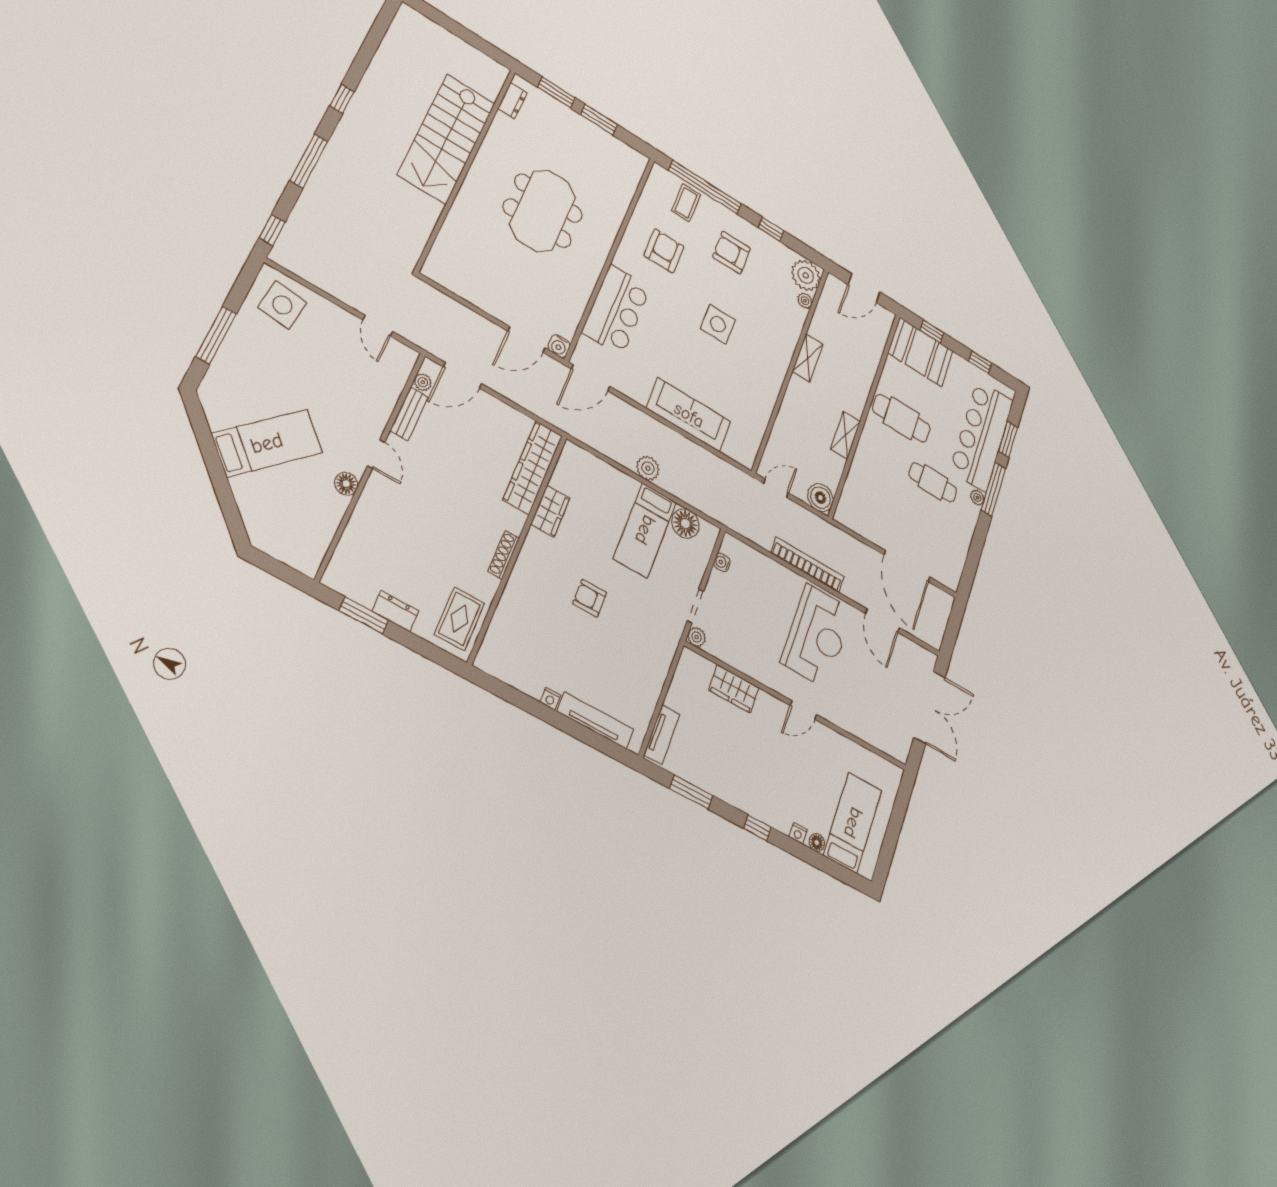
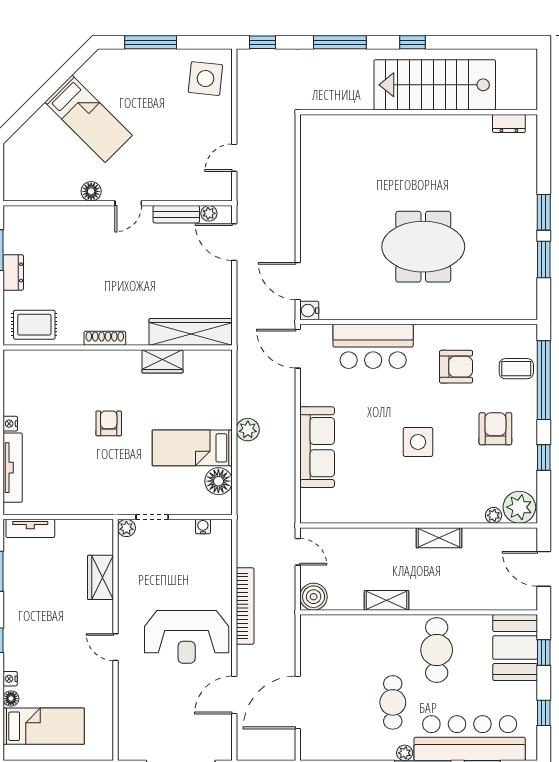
dresser: (512, 101) -> (509, 123), moved
stairs: (447, 139) -> (435, 85), moved
wall: (466, 168) -> (419, 112), moved

